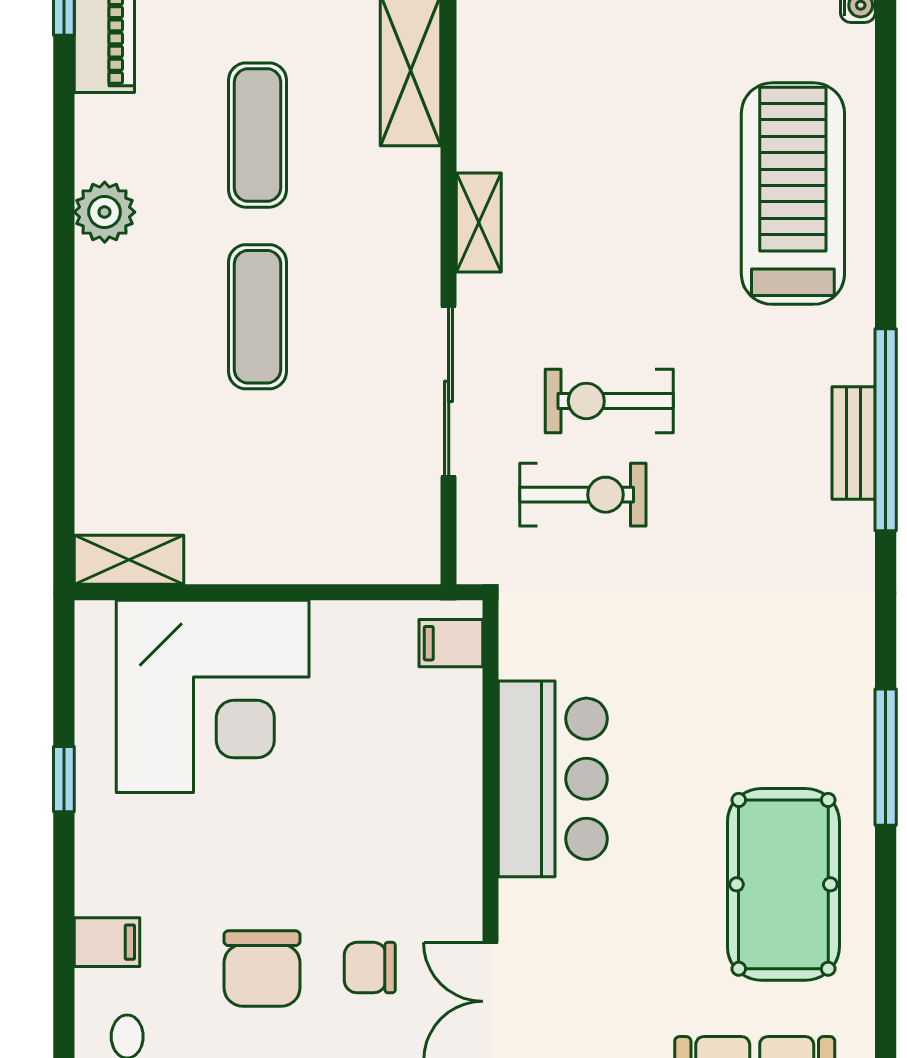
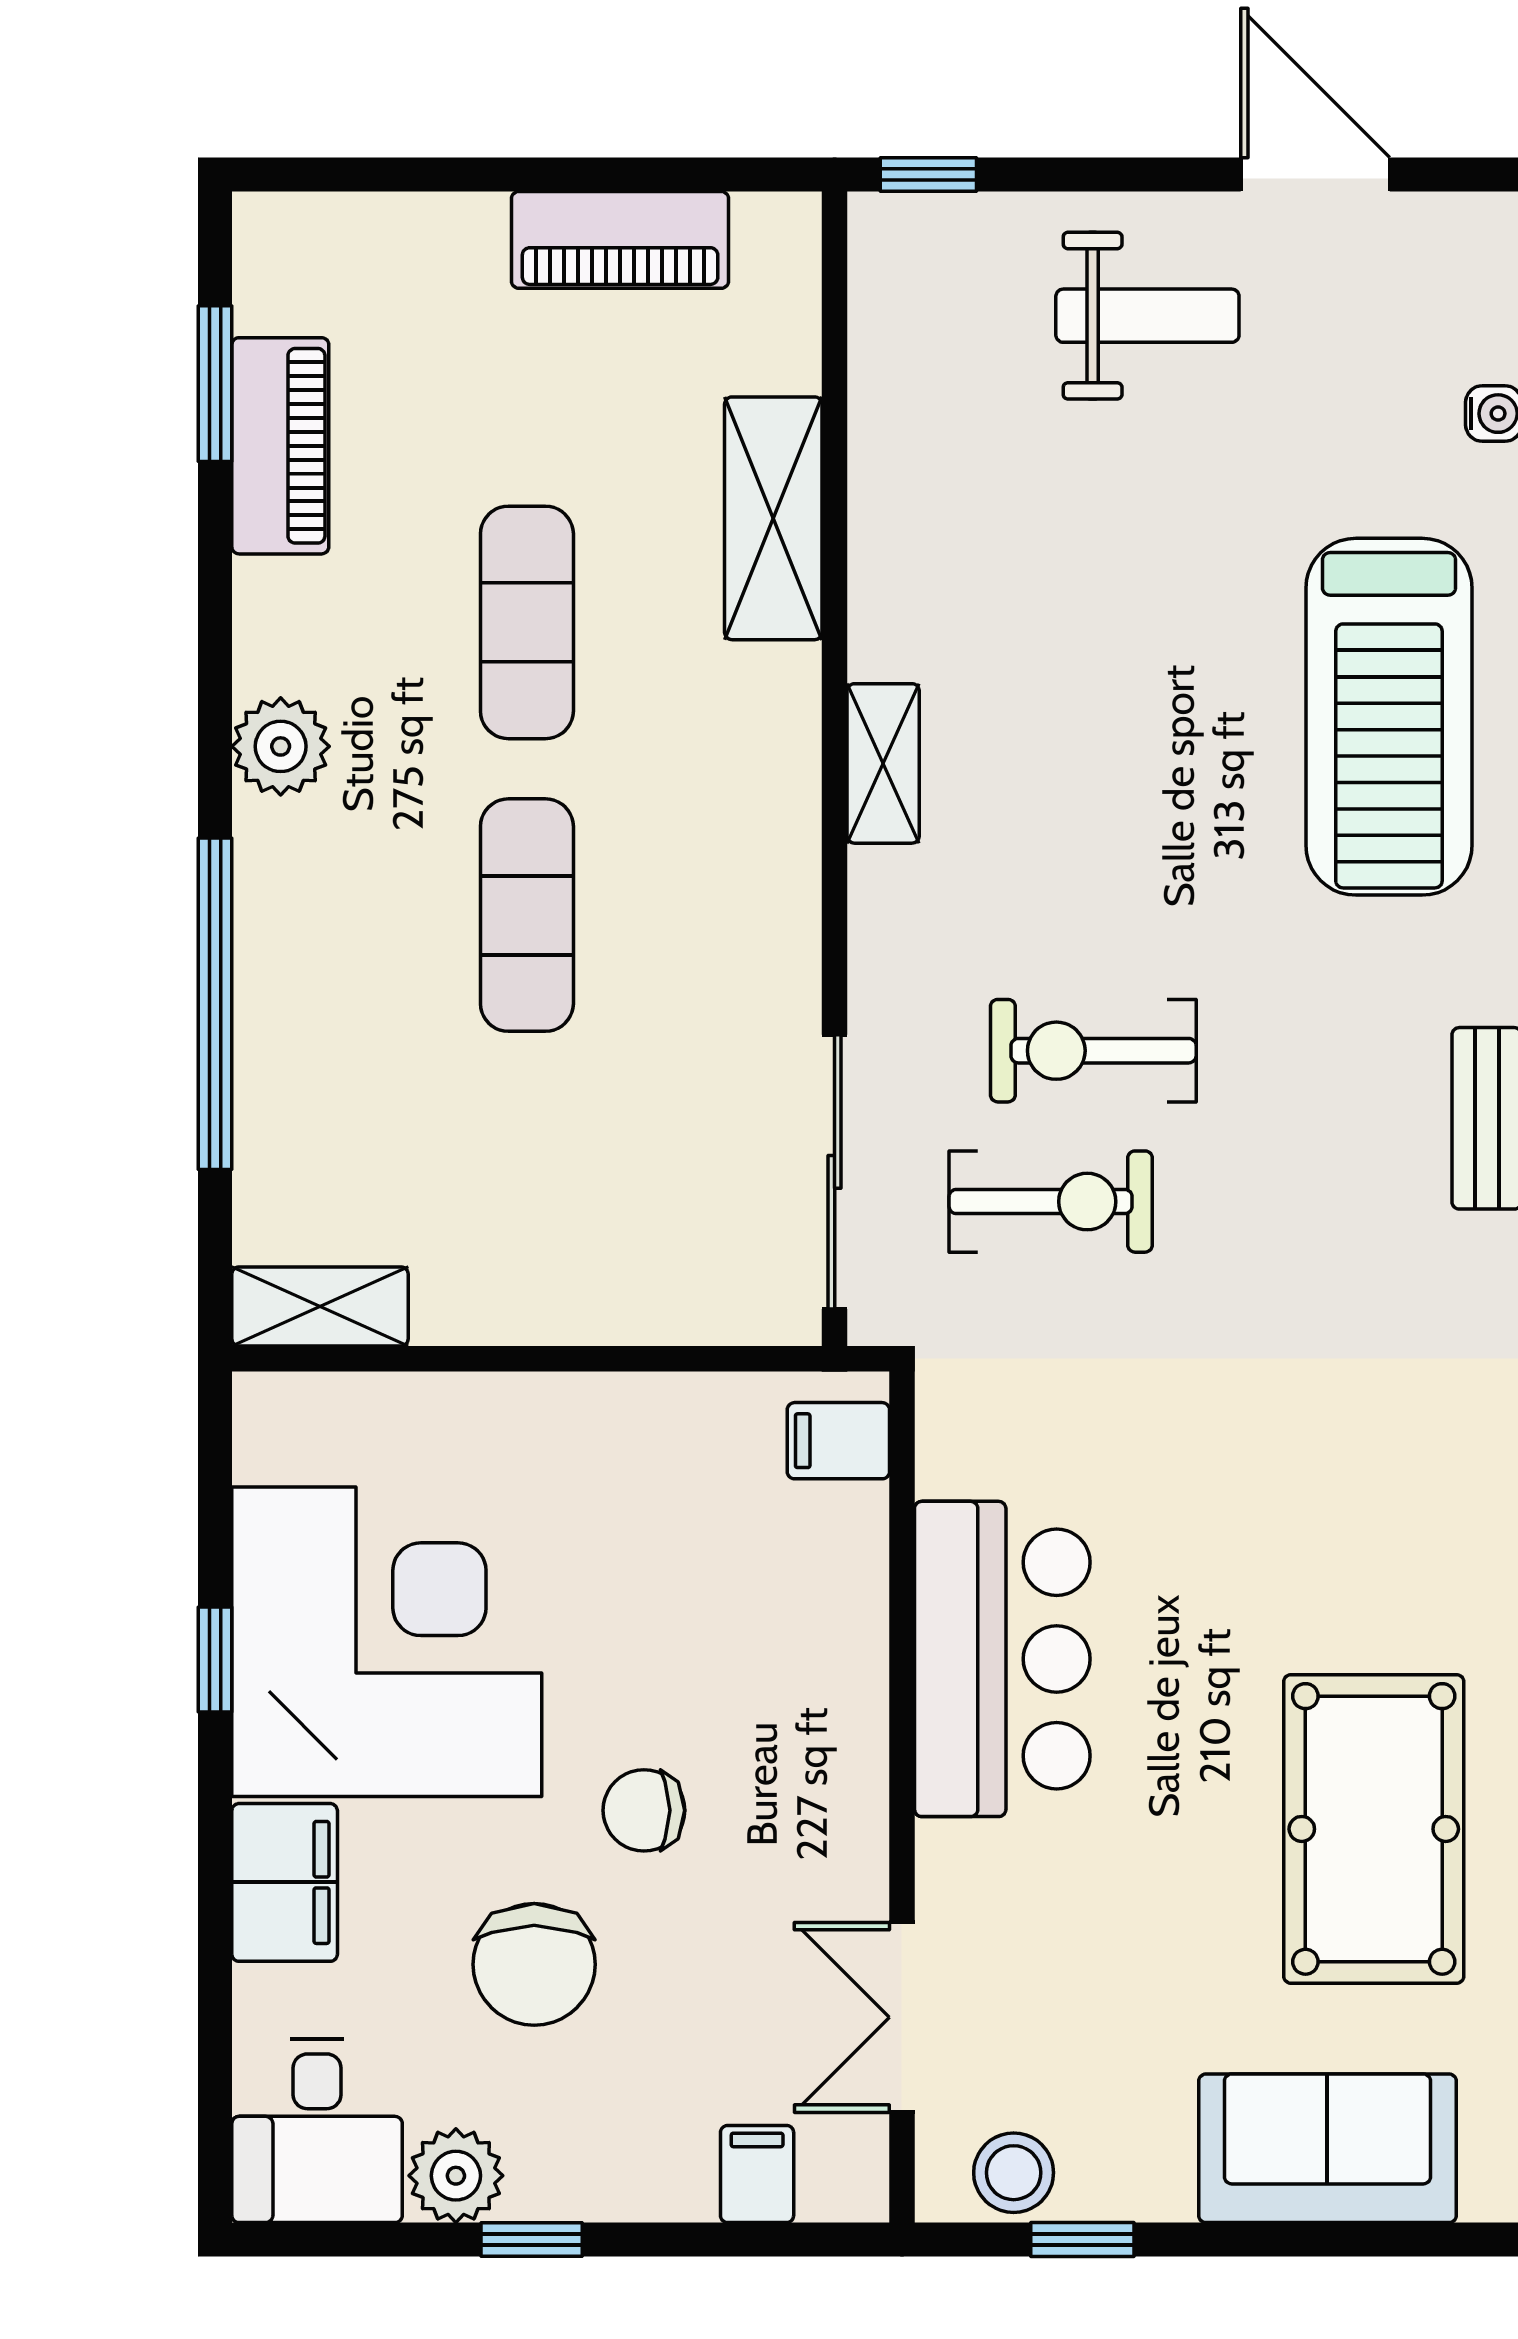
treadmill: (793, 194) -> (1389, 717), turned 180
window: (64, 372) -> (215, 1004), added
sliding door: (449, 391) -> (835, 1172), moved
corner desk: (213, 696) -> (387, 1642), moved, turned -90
filing cabinet: (107, 942) -> (285, 1882), width x2.00
chair: (370, 968) -> (644, 1810), moved

